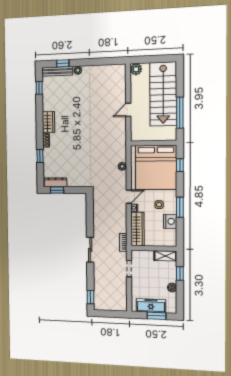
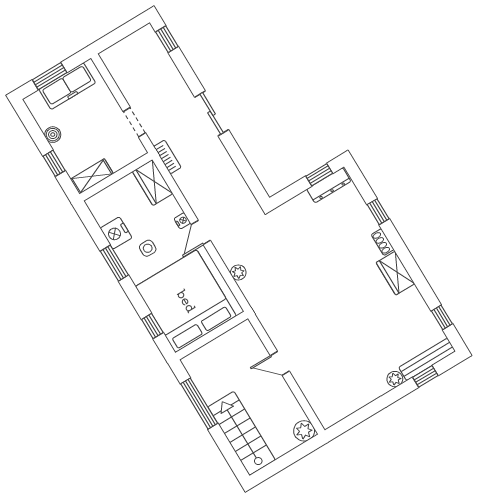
stairs: (163, 94) -> (242, 433), width x0.73, depth x0.66
door: (128, 110) -> (280, 363), swing flipped
wardrobe: (138, 229) -> (153, 182), width x0.67

